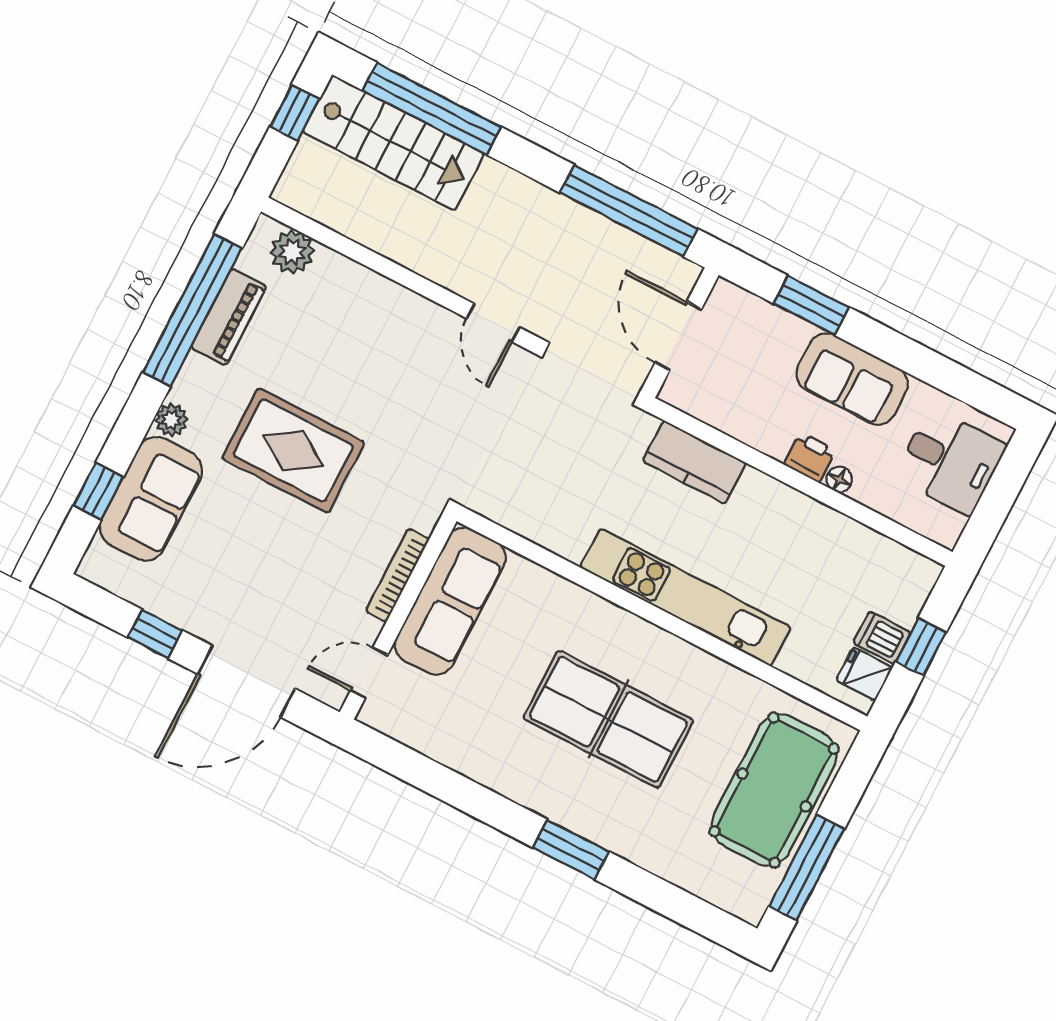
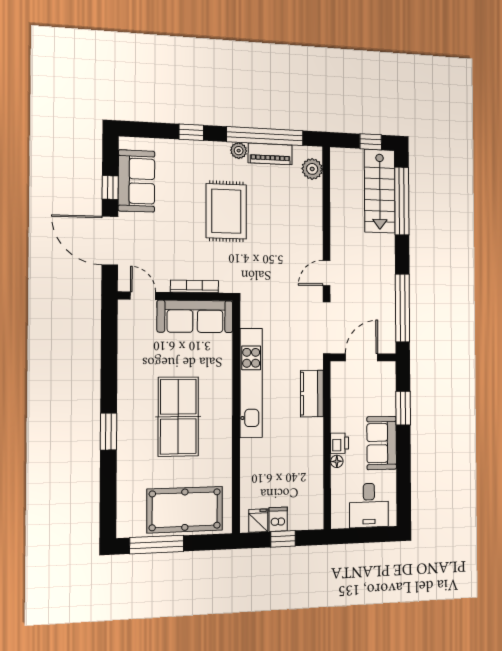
plant: (171, 420) -> (239, 151), moved
window: (99, 491) -> (191, 132), moved
sofa: (151, 499) -> (136, 181), moved, turned -90
kitchen unit: (685, 597) -> (251, 383), moved

